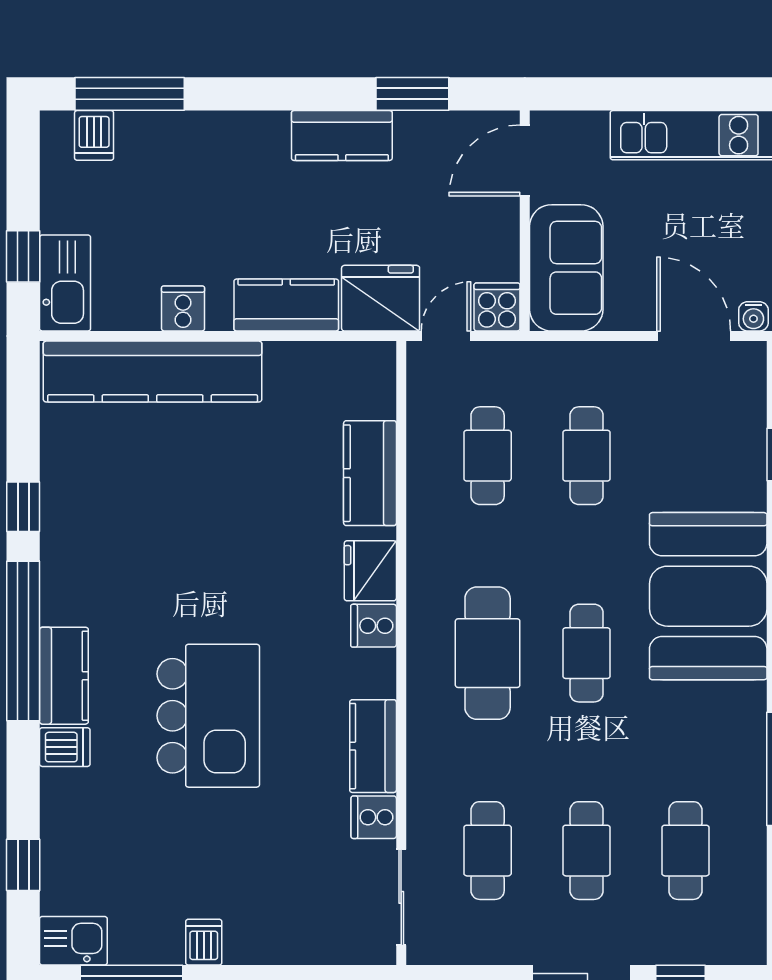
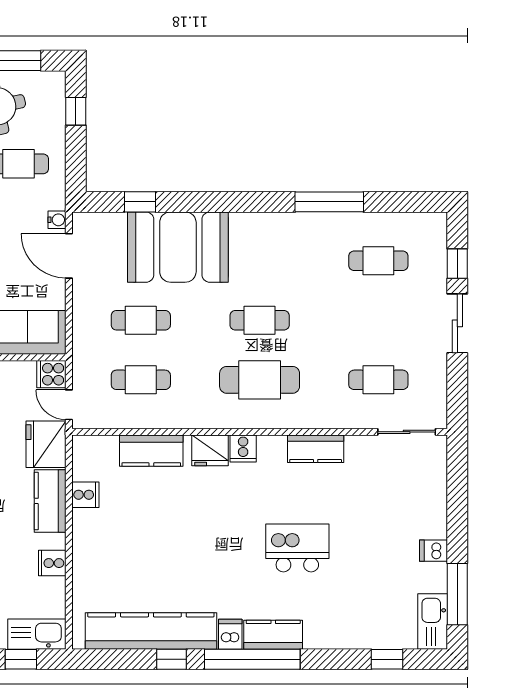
door: (694, 336) -> (69, 256), hinge flipped
kitchen counter: (153, 372) -> (151, 631), moved, turned -90
booth: (708, 596) -> (178, 247), moved
kitchen island: (208, 716) -> (297, 548), width x0.73, depth x0.78
dishwasher: (65, 747) -> (230, 634), moved
cooker: (374, 817) -> (85, 495), moved, turned -90
cafe table: (587, 851) -> (378, 320), removed
kitchen sink: (73, 941) -> (433, 621), width x1.38

